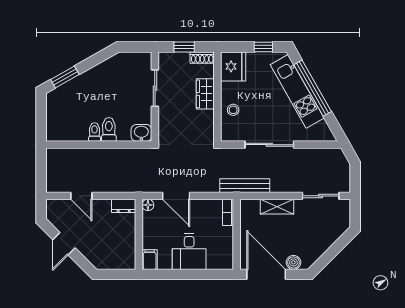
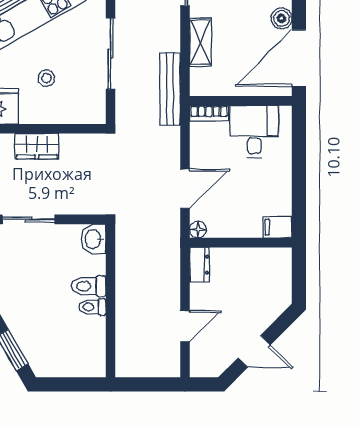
stool: (233, 110) -> (46, 78), moved
desk: (189, 252) -> (254, 132), moved, turned -90

